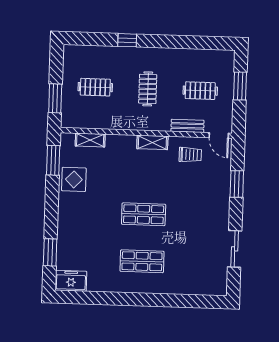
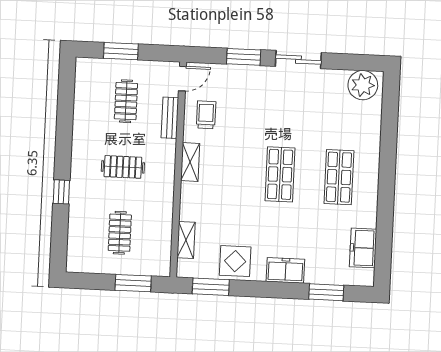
freezer: (67, 220) -> (285, 270), added
sliding door: (235, 249) -> (298, 60), moved
plant: (216, 279) -> (363, 85), added
freezer: (71, 281) -> (363, 248), moved

